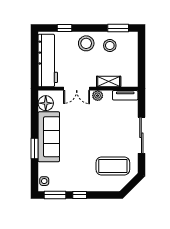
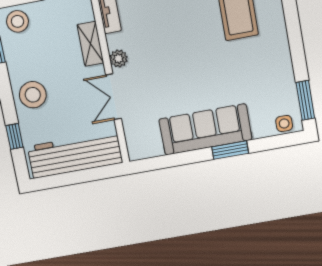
stool: (110, 45) -> (17, 21), moved
double door: (77, 89) -> (114, 97), swing flipped
floor lamp: (46, 103) -> (148, 145), removed
window: (80, 195) -> (298, 57), removed

